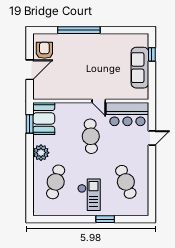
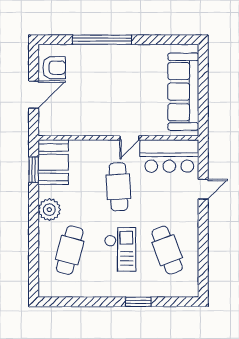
armchair: (44, 50) -> (54, 68), turned 90
window: (152, 54) -> (203, 73), removed
sofa: (140, 68) -> (183, 92), width x1.36, depth x1.27
door: (99, 101) -> (129, 138), hinge flipped
checkout: (89, 195) -> (120, 250), moved

